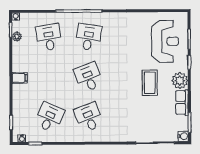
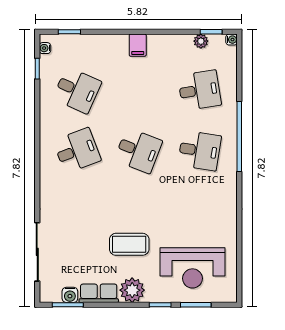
desk: (89, 77) -> (138, 151), turned 42
water cooler: (183, 136) -> (70, 295), moved

